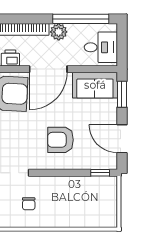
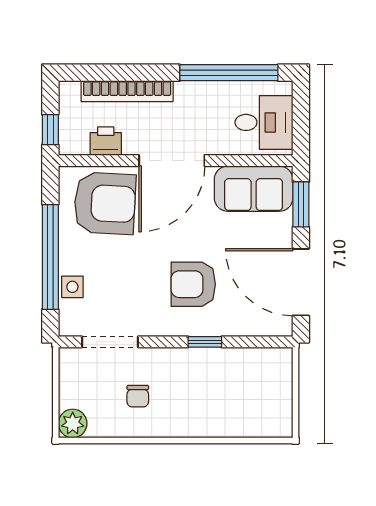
plant: (59, 32) -> (190, 95), removed
door: (122, 139) -> (301, 282), width x1.36
window: (100, 173) -> (205, 342), moved

